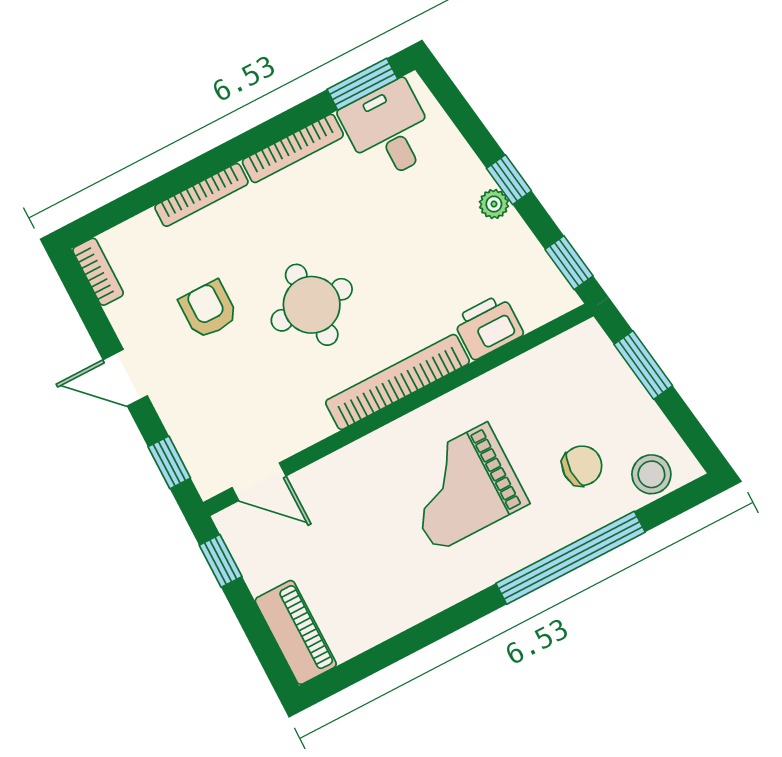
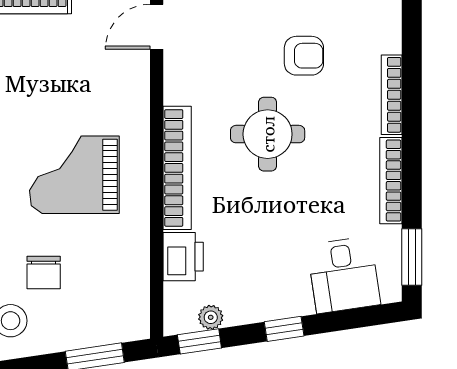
desk: (389, 130) -> (344, 275), moved, turned 82
plant: (494, 204) -> (211, 317), moved
grand piano: (461, 487) -> (74, 175), turned -90

